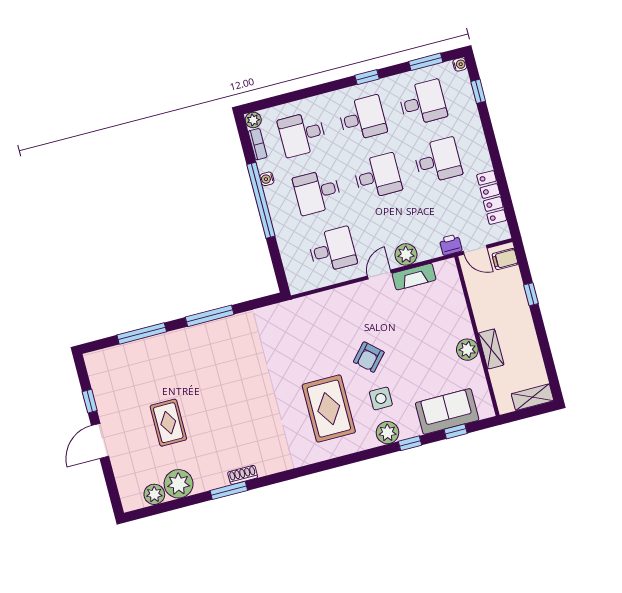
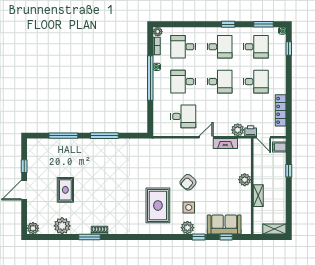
plant: (406, 254) -> (238, 130), moved
plant: (467, 350) -> (245, 180), moved
plant: (154, 494) -> (33, 228), moved

